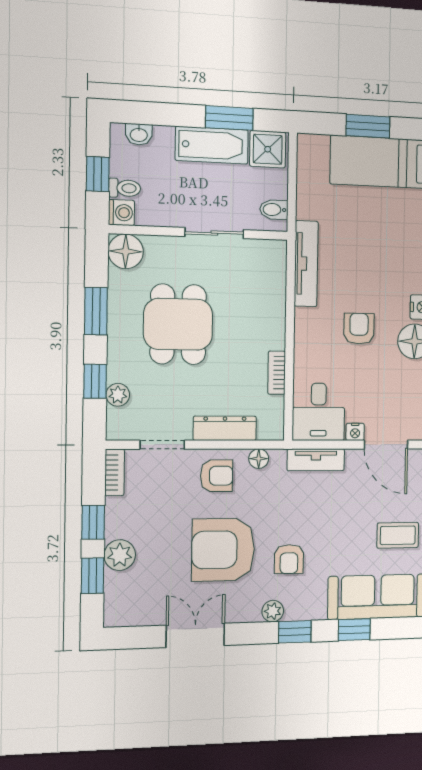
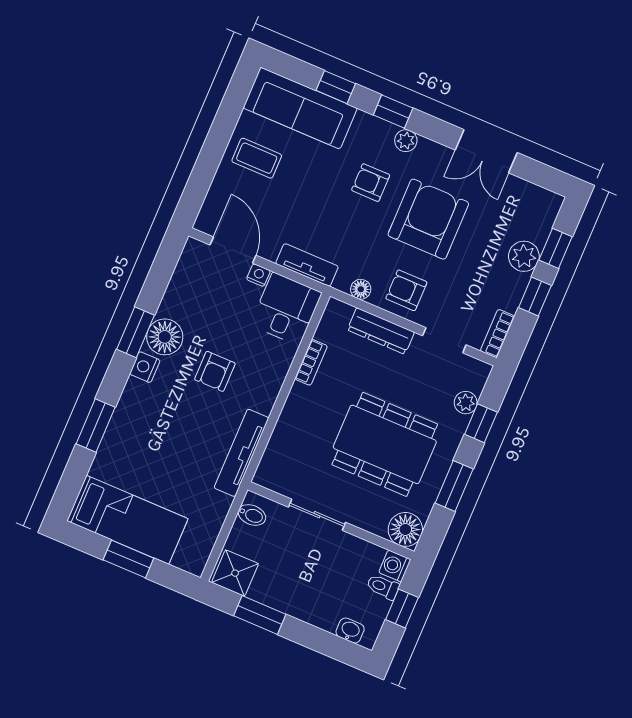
bathtub: (212, 145) -> (286, 596), removed
dining table: (178, 324) -> (385, 444), width x1.38
armchair: (223, 550) -> (428, 219), turned -90
armchair: (289, 559) -> (371, 183), turned -90

